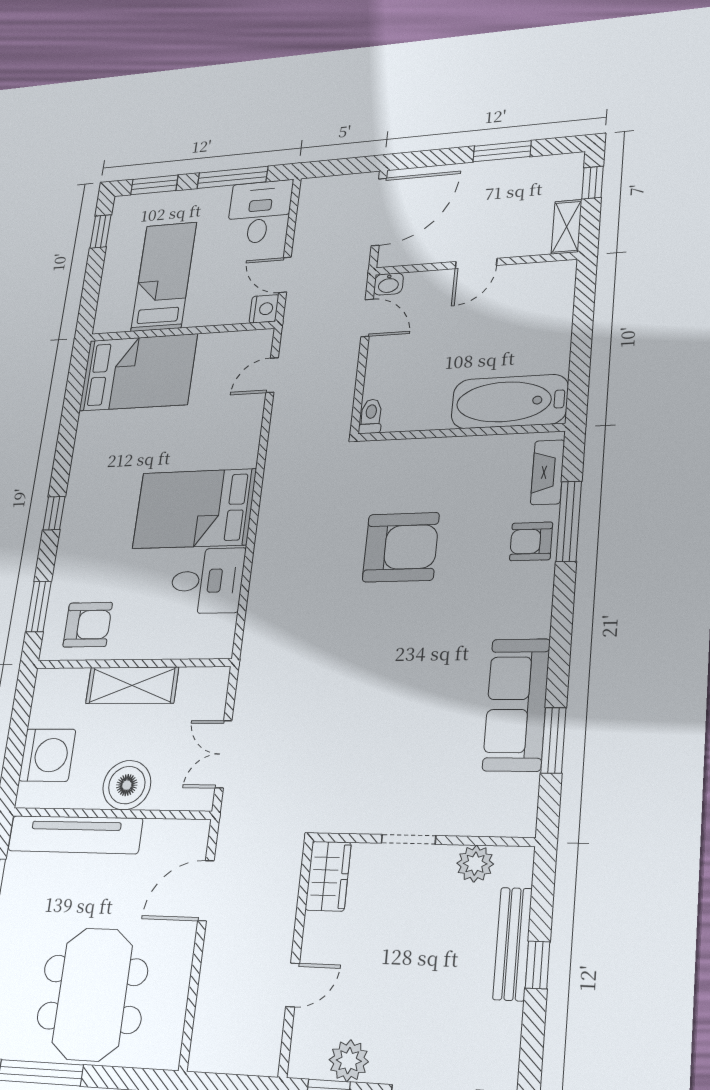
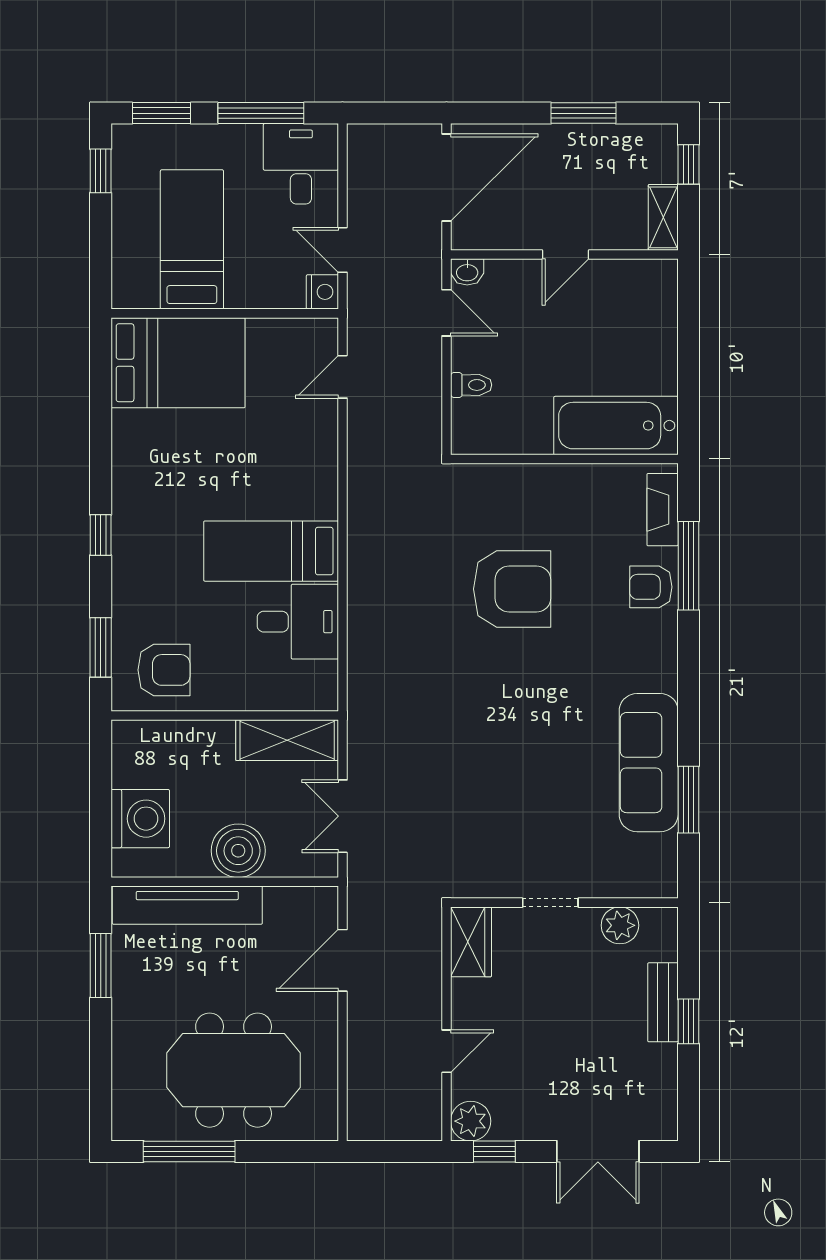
toilet: (371, 416) -> (471, 385), moved, turned 90
bed: (194, 509) -> (271, 551), width x0.67
shelving: (132, 685) -> (287, 740), moved
bench: (513, 944) -> (663, 1002), width x0.73
meeting table: (92, 994) -> (234, 1070), turned 90
plant: (349, 1061) -> (471, 1121), moved

